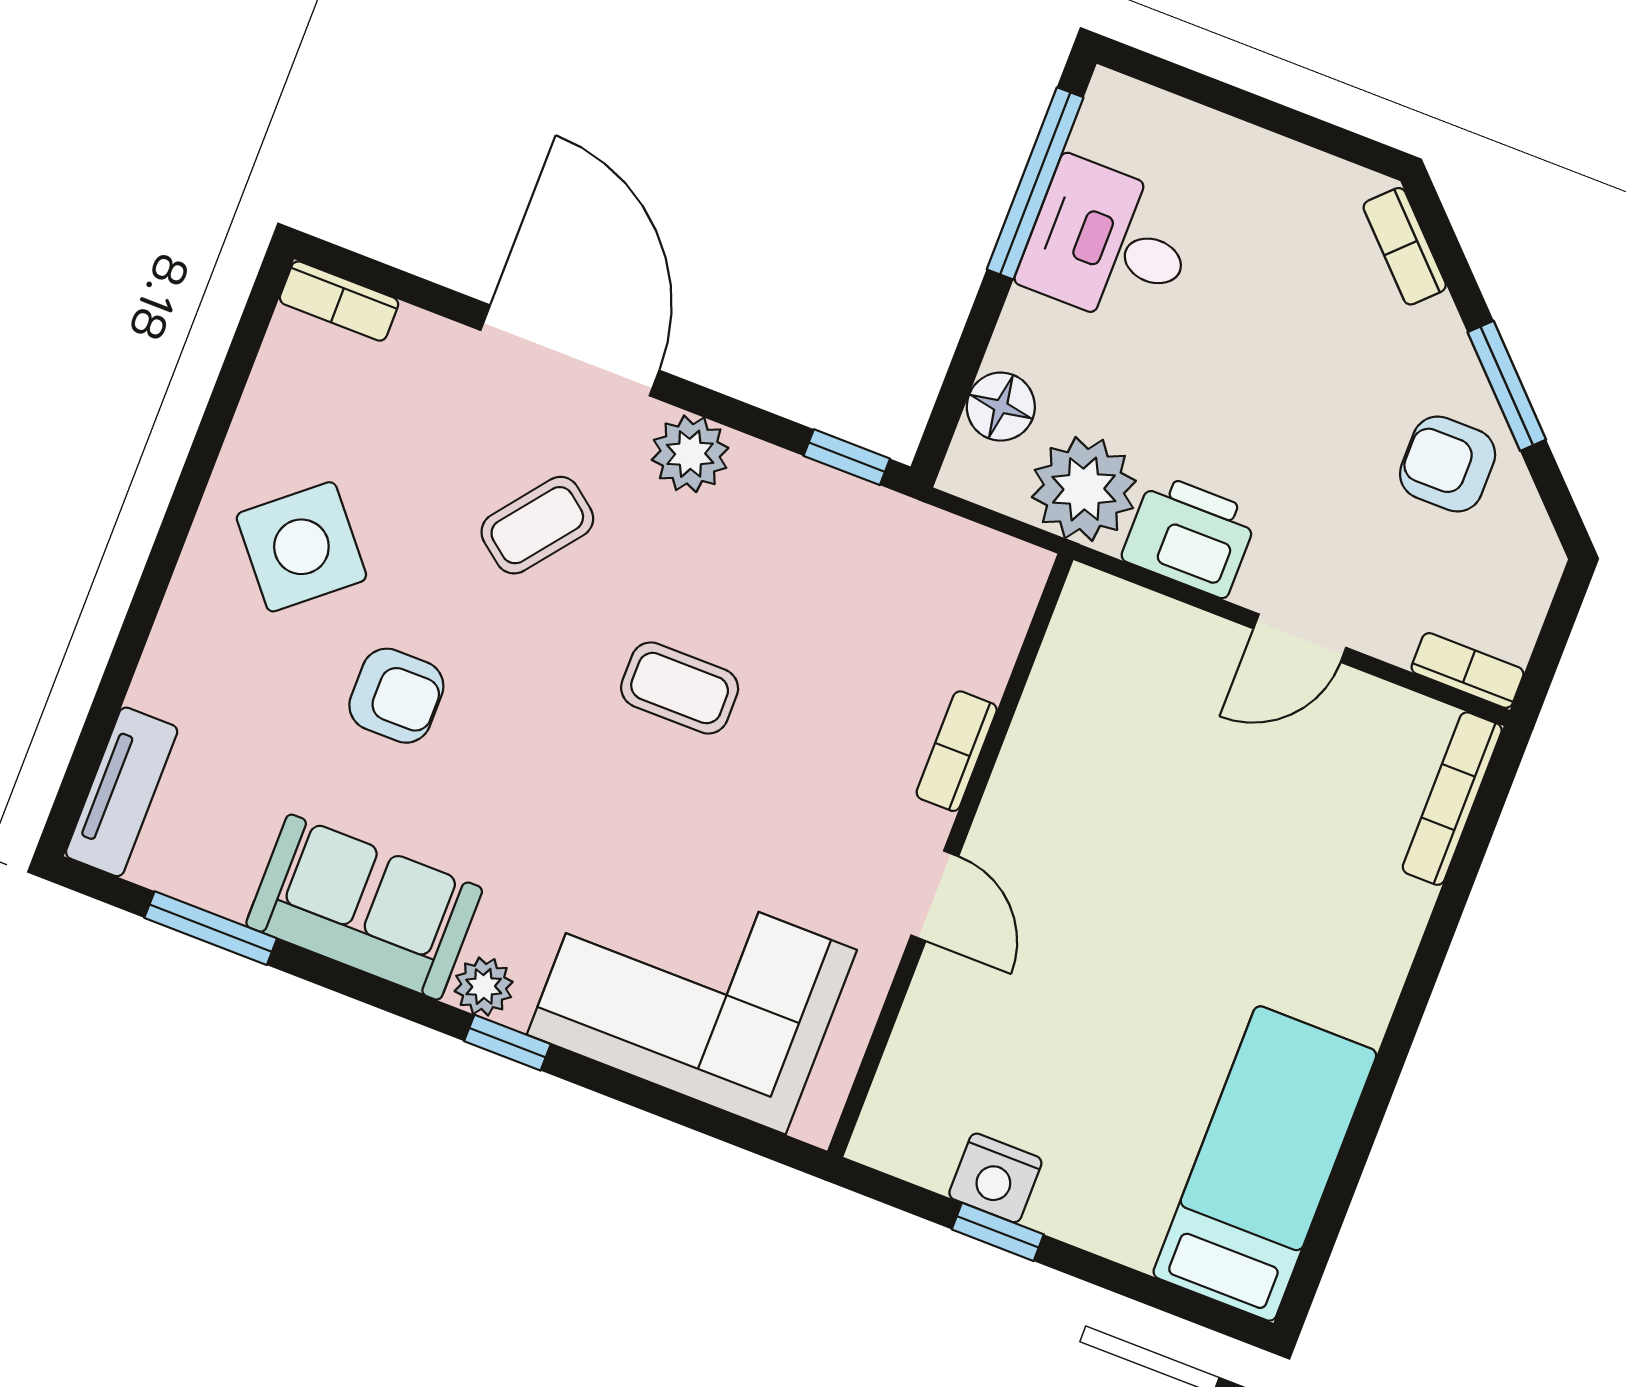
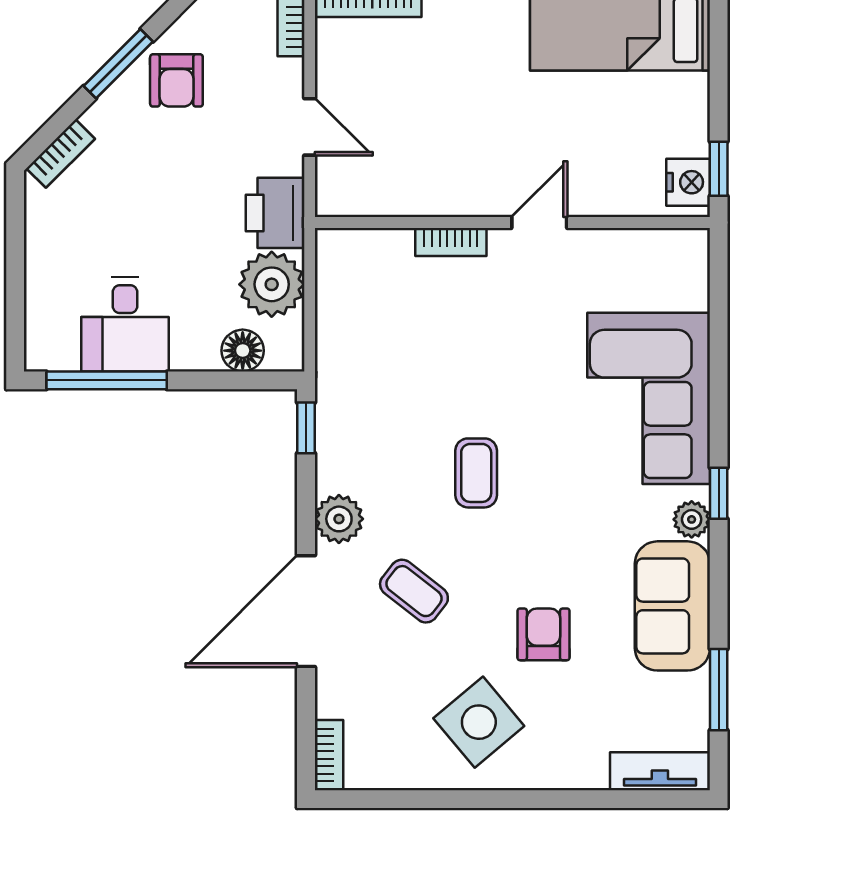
bookcase: (957, 751) -> (451, 242), moved
wall: (950, 855) -> (512, 223), moved
door: (935, 896) -> (539, 223), moved

